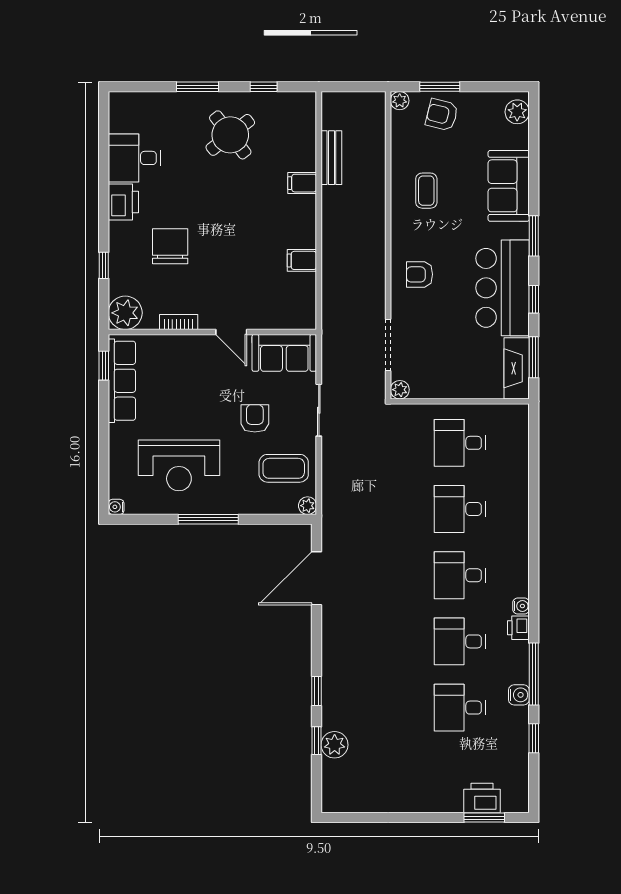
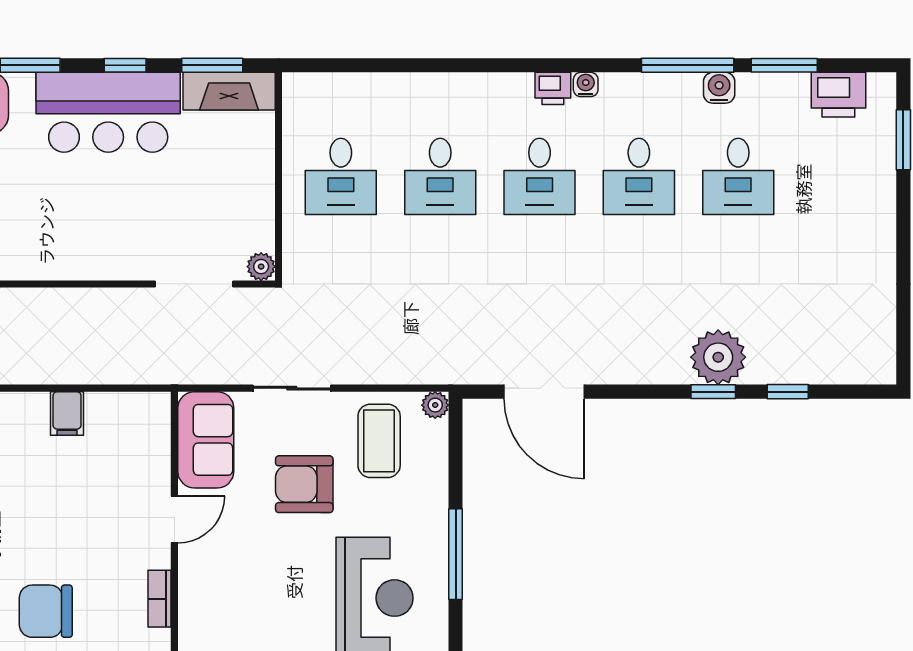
armchair: (419, 274) -> (88, 237), removed
armchair: (255, 418) -> (304, 484), width x1.38, depth x1.38
printer: (518, 628) -> (553, 88), moved
window: (534, 738) -> (784, 65), width x1.50
plant: (335, 745) -> (718, 357), moved, width x1.36, depth x1.36
printer: (482, 798) -> (838, 95), moved, turned -90

